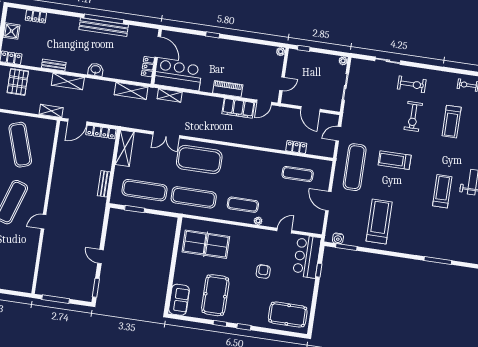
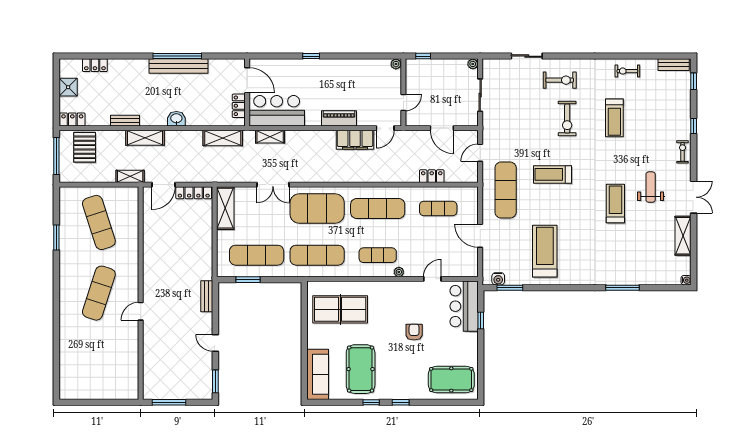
exercise mat: (248, 167) -> (378, 208), added
bench: (104, 184) -> (207, 296), moved
sofa: (179, 300) -> (318, 374), width x1.36

